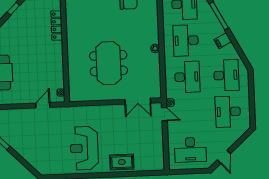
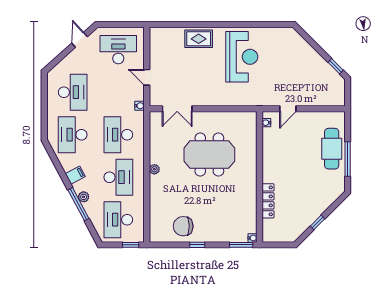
plant: (215, 22) -> (84, 197), added
meeting table: (108, 63) -> (209, 155), turned 90
double door: (138, 101) -> (177, 109), swing flipped
door: (164, 114) -> (147, 77), moved

